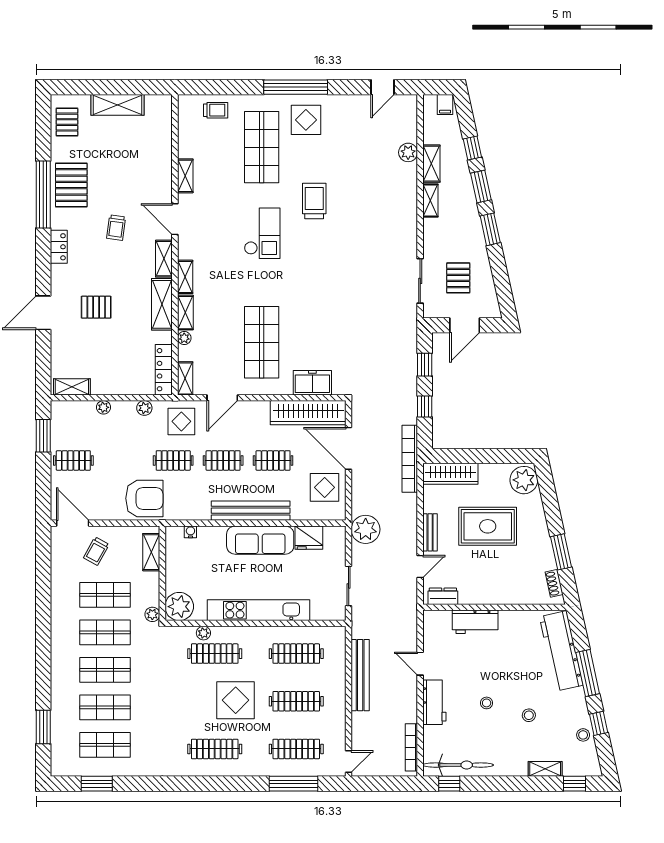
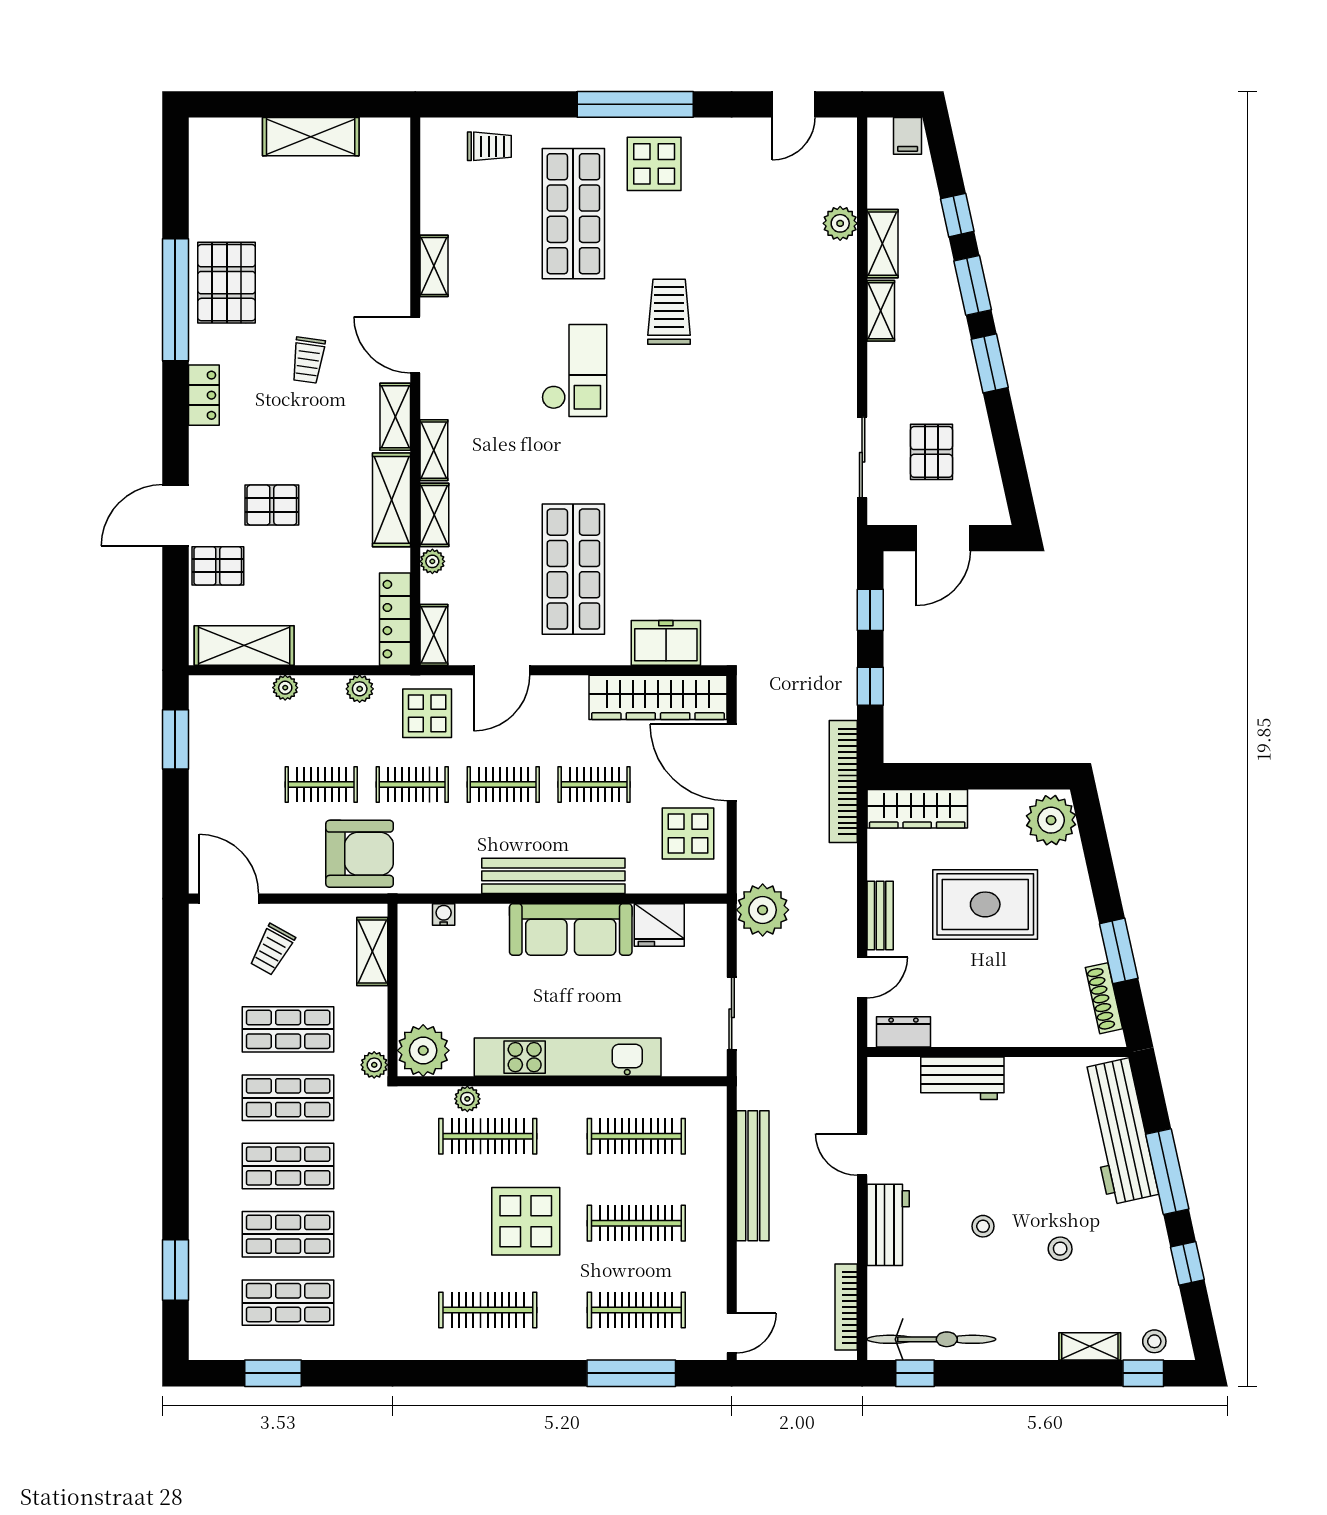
pallet: (67, 122) -> (218, 566), moved, turned 90
shelving: (72, 387) -> (244, 645), width x1.50, depth x1.33
clothes rail: (73, 460) -> (321, 784), moved
shoe rack: (554, 583) -> (1104, 998), width x1.43
stool: (583, 735) -> (1154, 1341), moved

